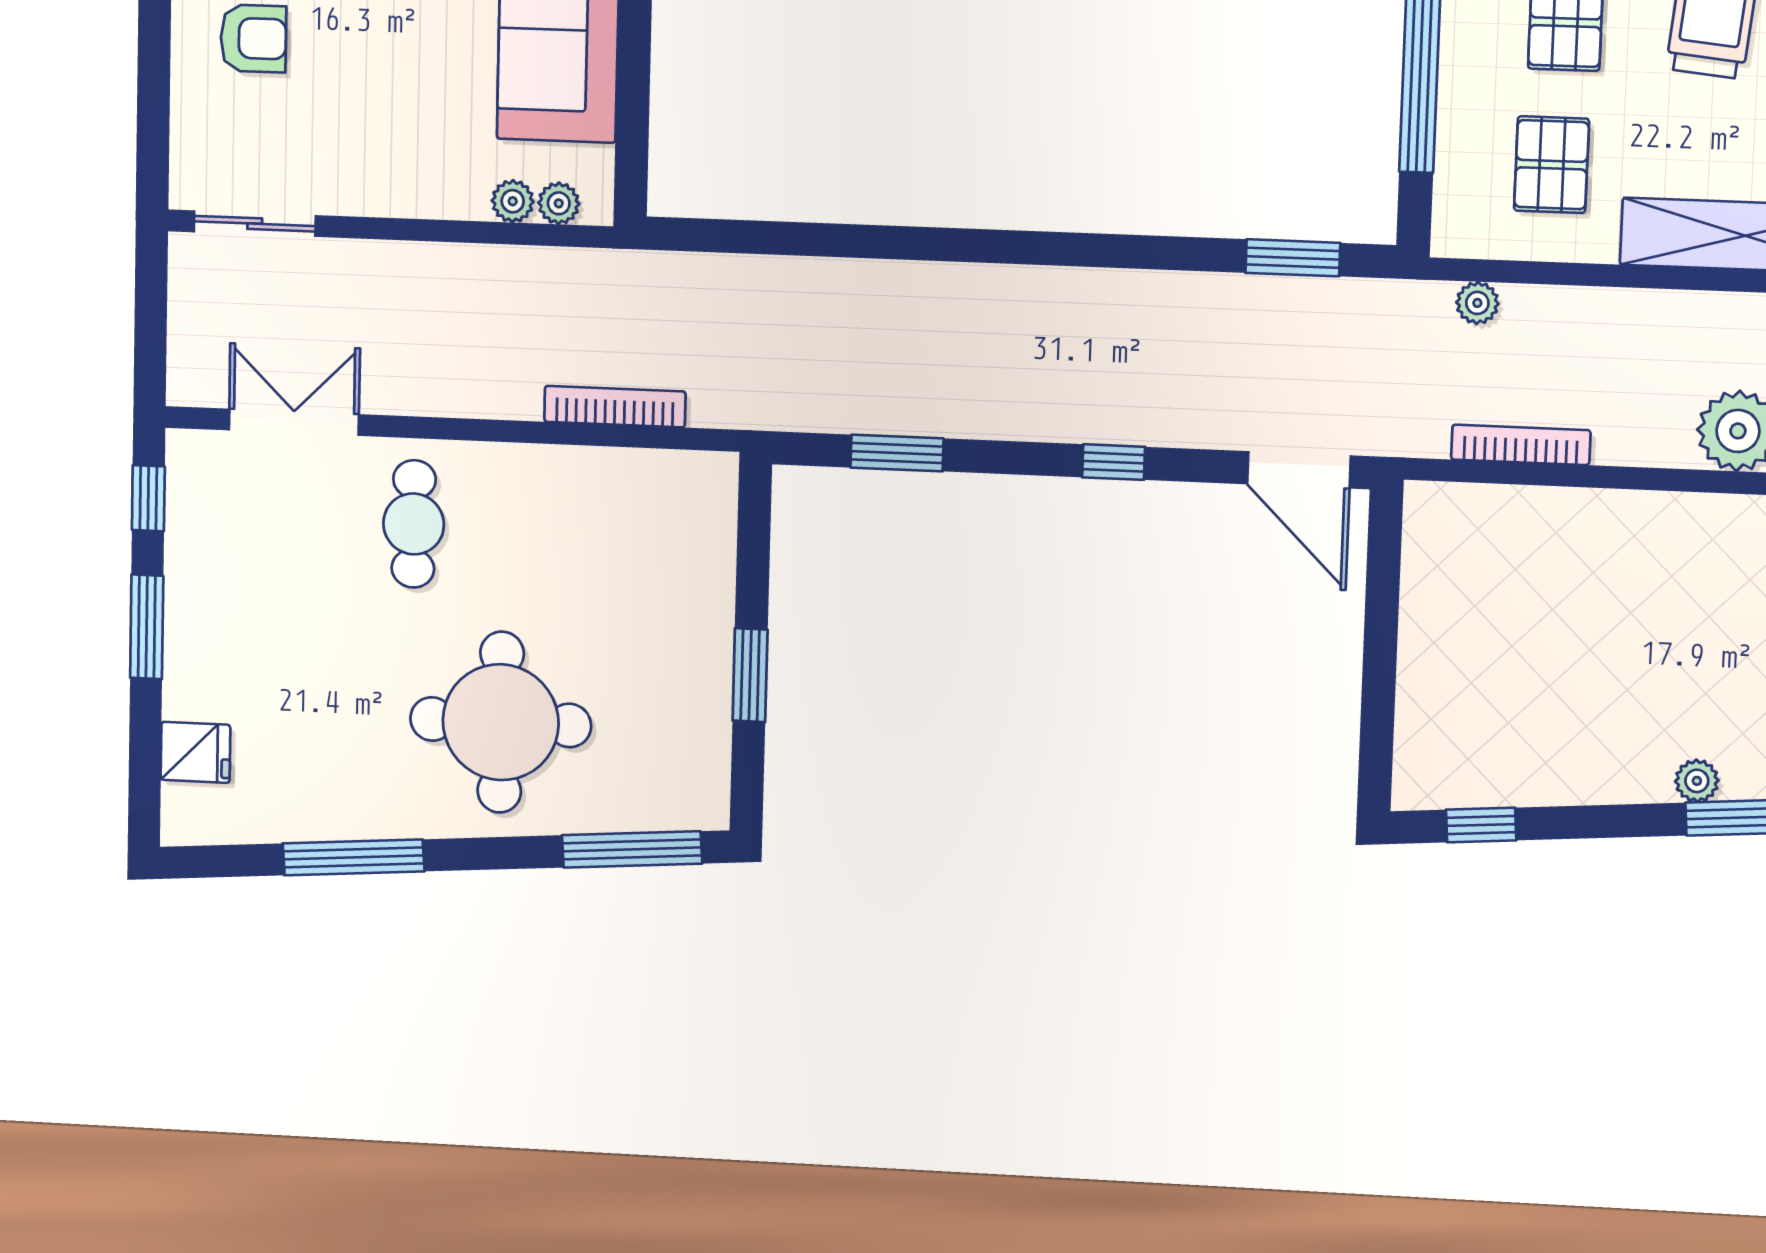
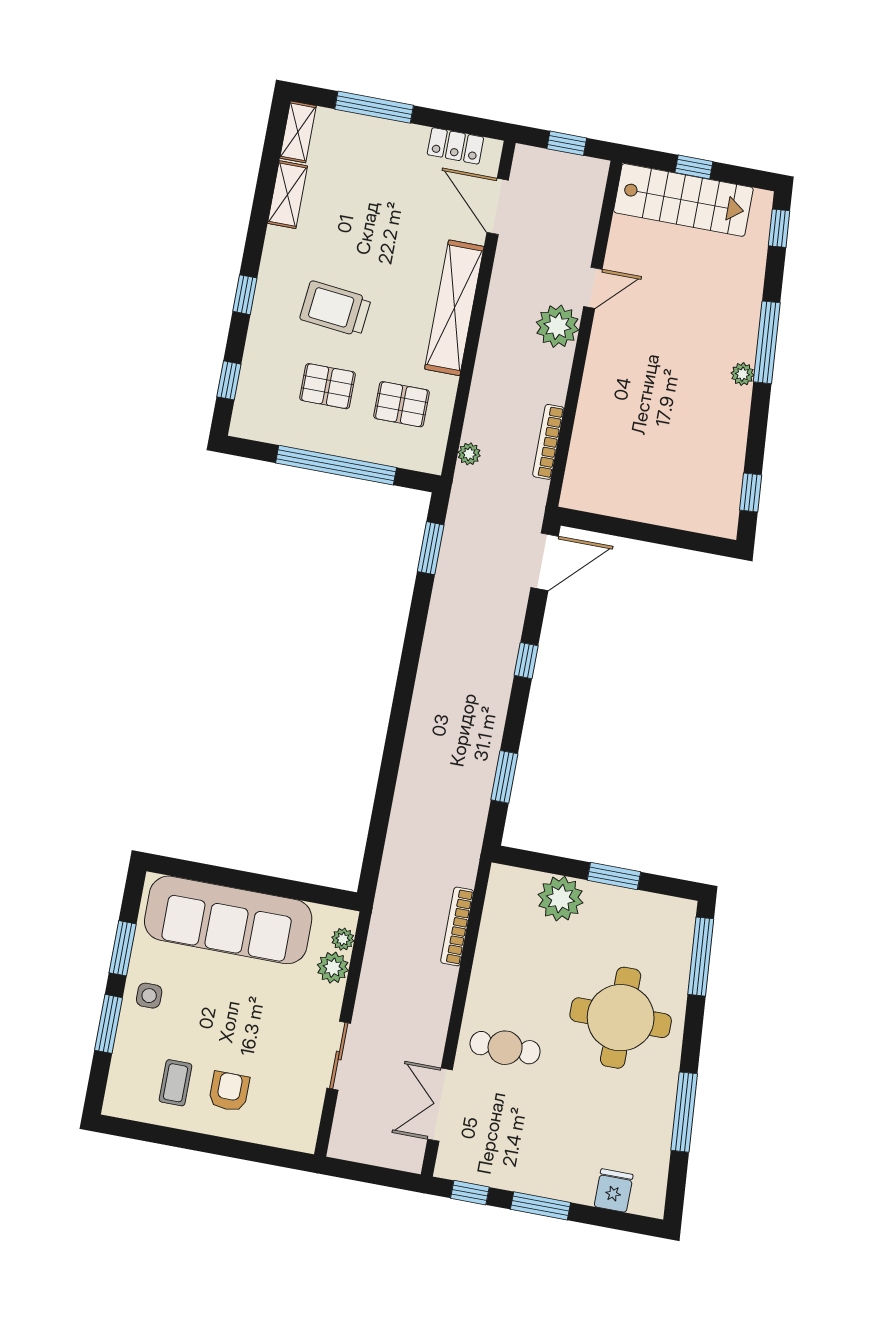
plant: (513, 201) -> (333, 968), width x1.38, depth x1.38
sliding door: (255, 224) -> (339, 1056), moved
plant: (694, 585) -> (560, 899), added

